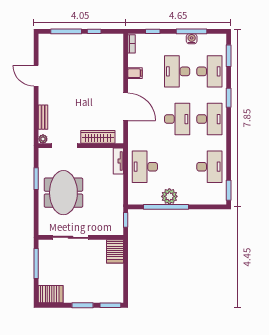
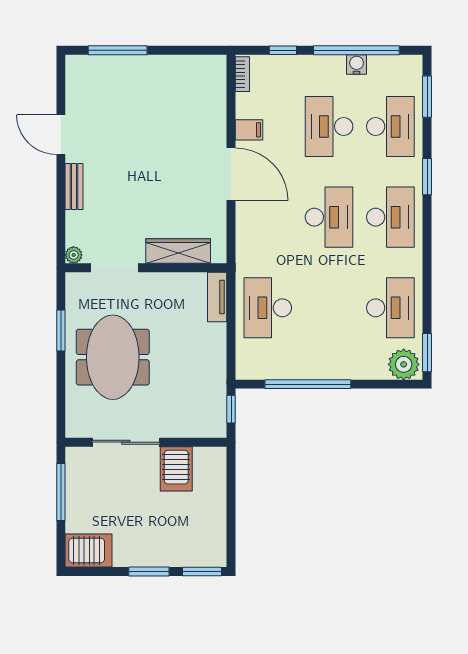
window: (94, 31) -> (171, 50), removed
window: (192, 31) -> (356, 50), width x1.46
door: (126, 107) -> (231, 174), moved
bench: (43, 117) -> (74, 186), moved
plant: (169, 196) -> (404, 364), moved
server rack: (115, 251) -> (176, 469), moved

